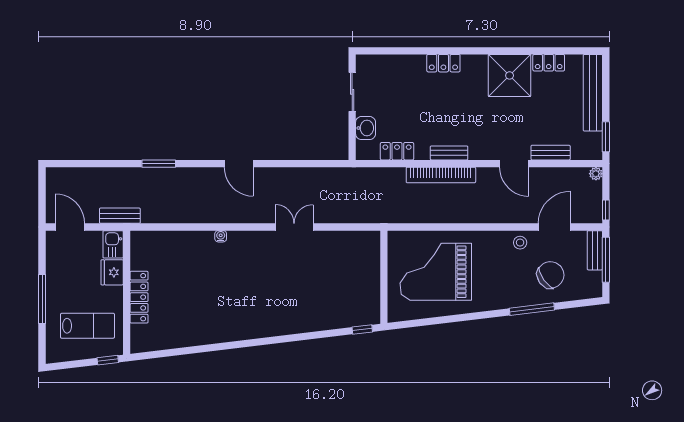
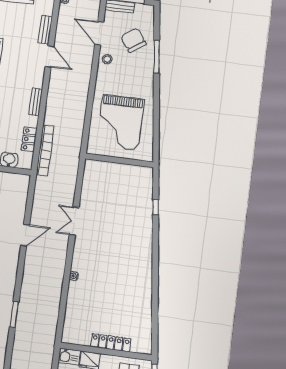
door: (239, 164) -> (25, 235), moved
door: (514, 164) -> (50, 56), hinge flipped
bookcase: (441, 175) -> (45, 150), moved
bench: (120, 216) -> (49, 349), removed
window: (362, 329) -> (156, 207), moved

